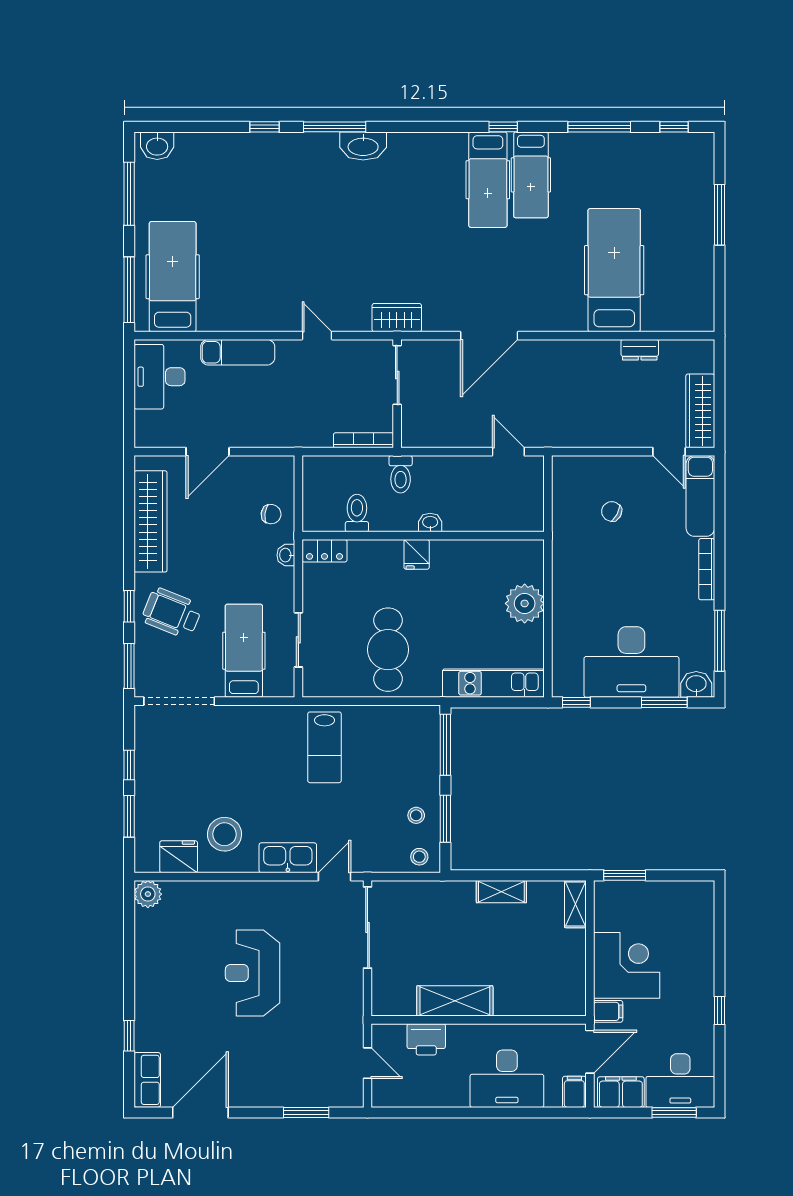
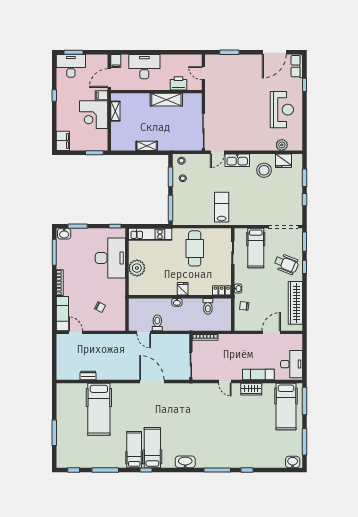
washbasin: (363, 146) -> (185, 462), moved
wardrobe: (397, 318) -> (251, 389), moved
door: (489, 336) -> (152, 382), hinge flipped
wardrobe: (700, 411) -> (62, 350), removed
toilet: (401, 474) -> (157, 323), moved
desk: (631, 662) -> (110, 258), moved, turned 90
plant: (148, 894) -> (282, 145), moved
shelving: (575, 904) -> (115, 111), moved
reception desk: (253, 973) -> (282, 110), moved
filing cabinet: (621, 1092) -> (63, 141), moved, turned -90

